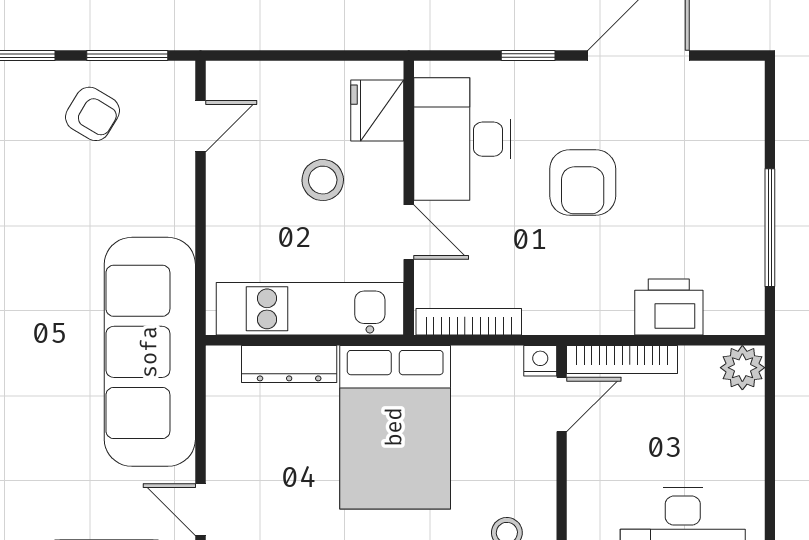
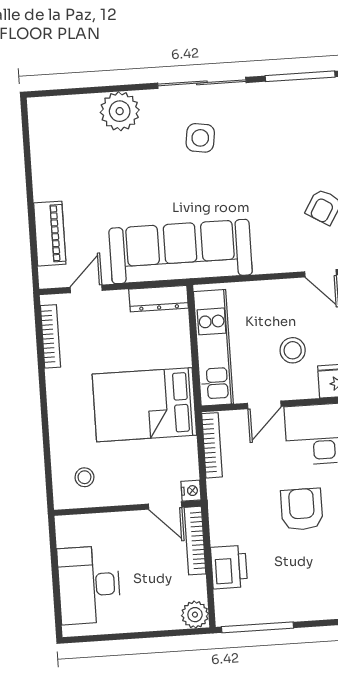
armchair: (583, 182) -> (302, 509), turned 90
window: (770, 228) -> (257, 627), moved
dresser: (289, 364) -> (159, 299), moved, turned -90

